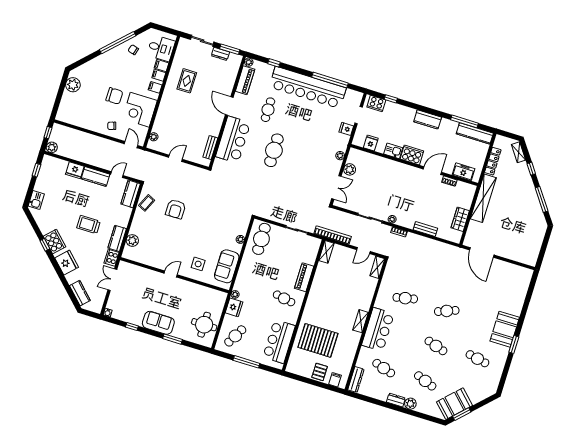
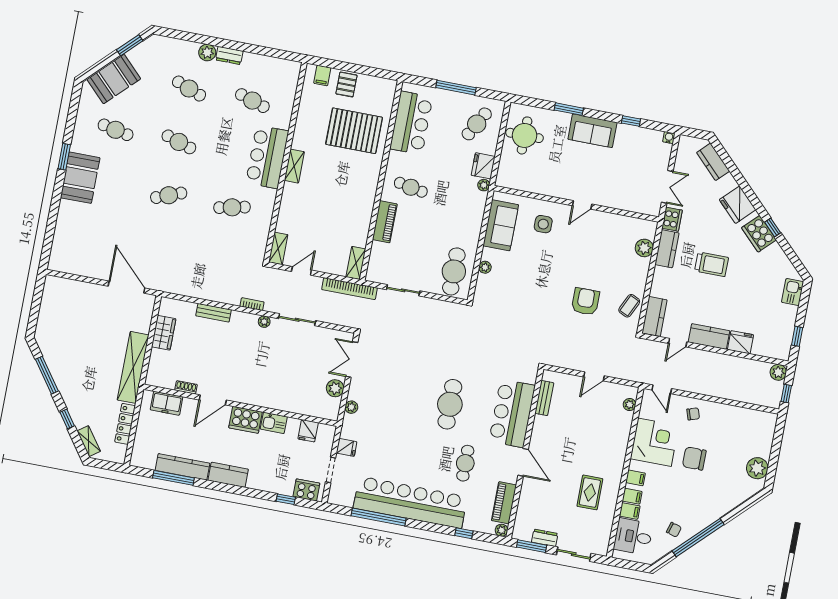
kitchen counter: (475, 133) -> (182, 467), moved
dresser: (356, 380) -> (291, 79), removed
booth: (454, 404) -> (114, 79), moved

